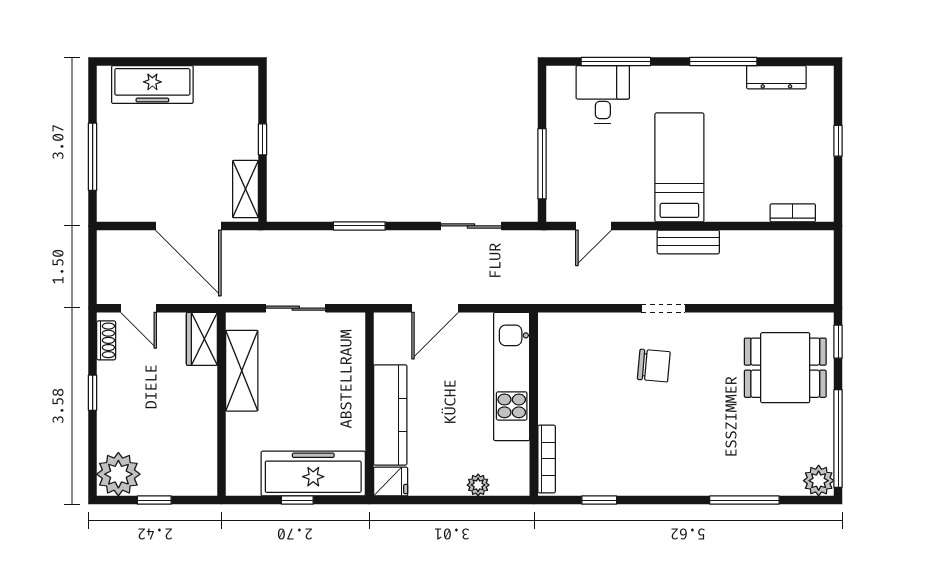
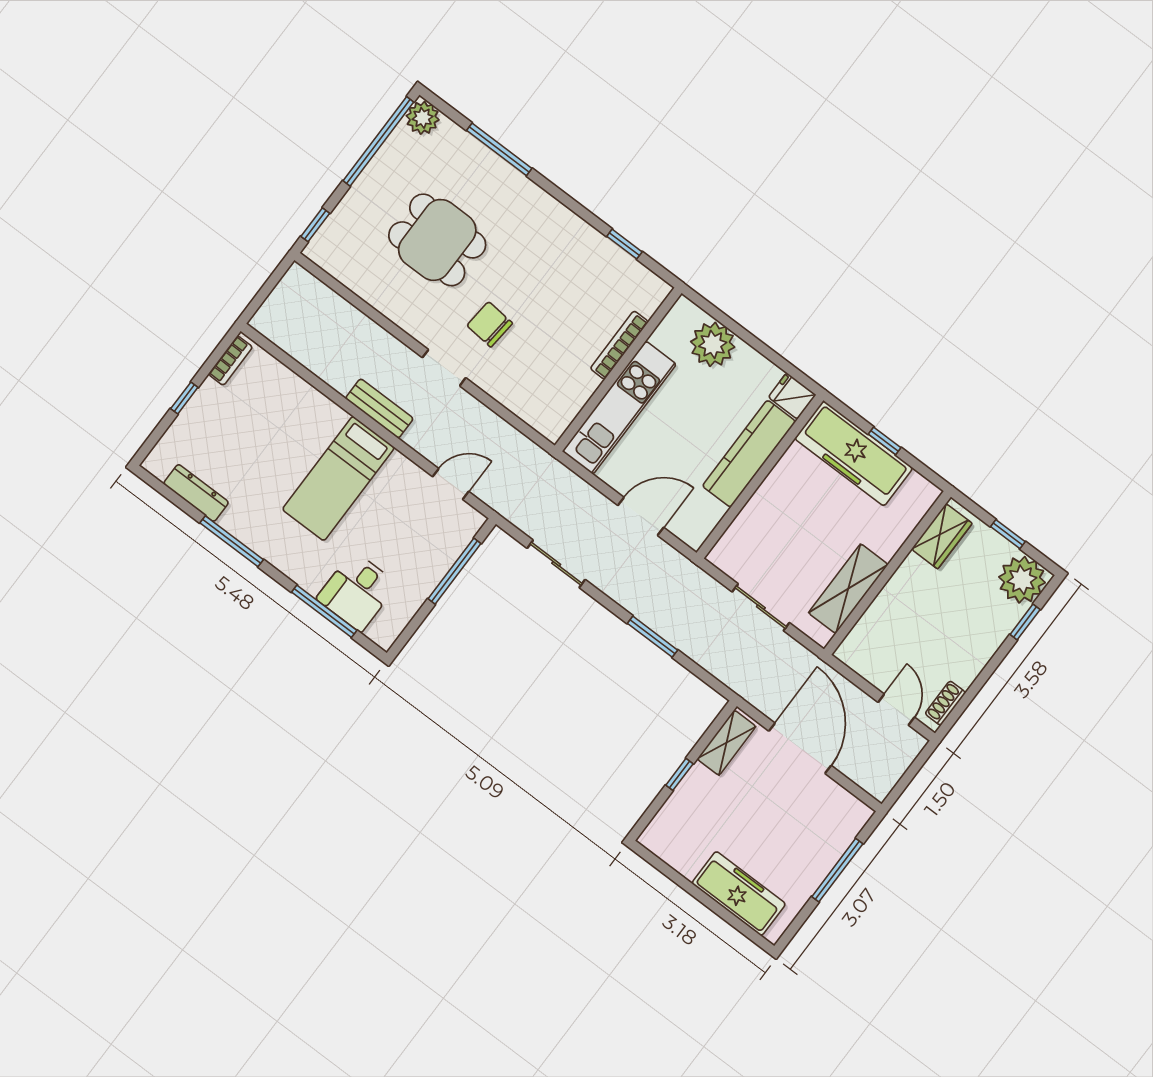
bookcase: (793, 213) -> (230, 361), moved, turned -90
wardrobe: (202, 339) -> (942, 536), moved
dining table: (785, 368) -> (437, 240), moved
window: (93, 393) -> (1025, 622), moved
bookcase: (547, 459) -> (619, 345), moved
plant: (478, 485) -> (713, 344), width x1.87, depth x1.87

